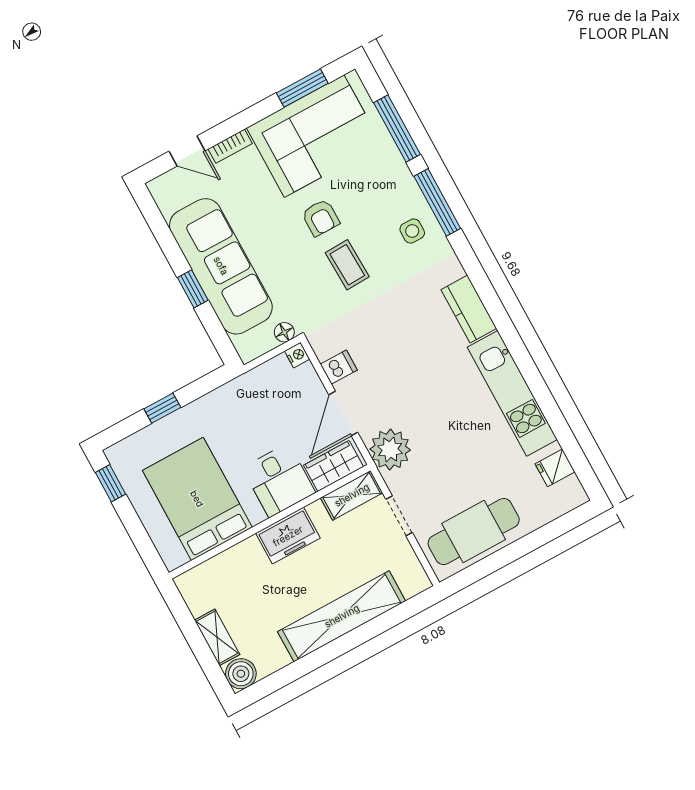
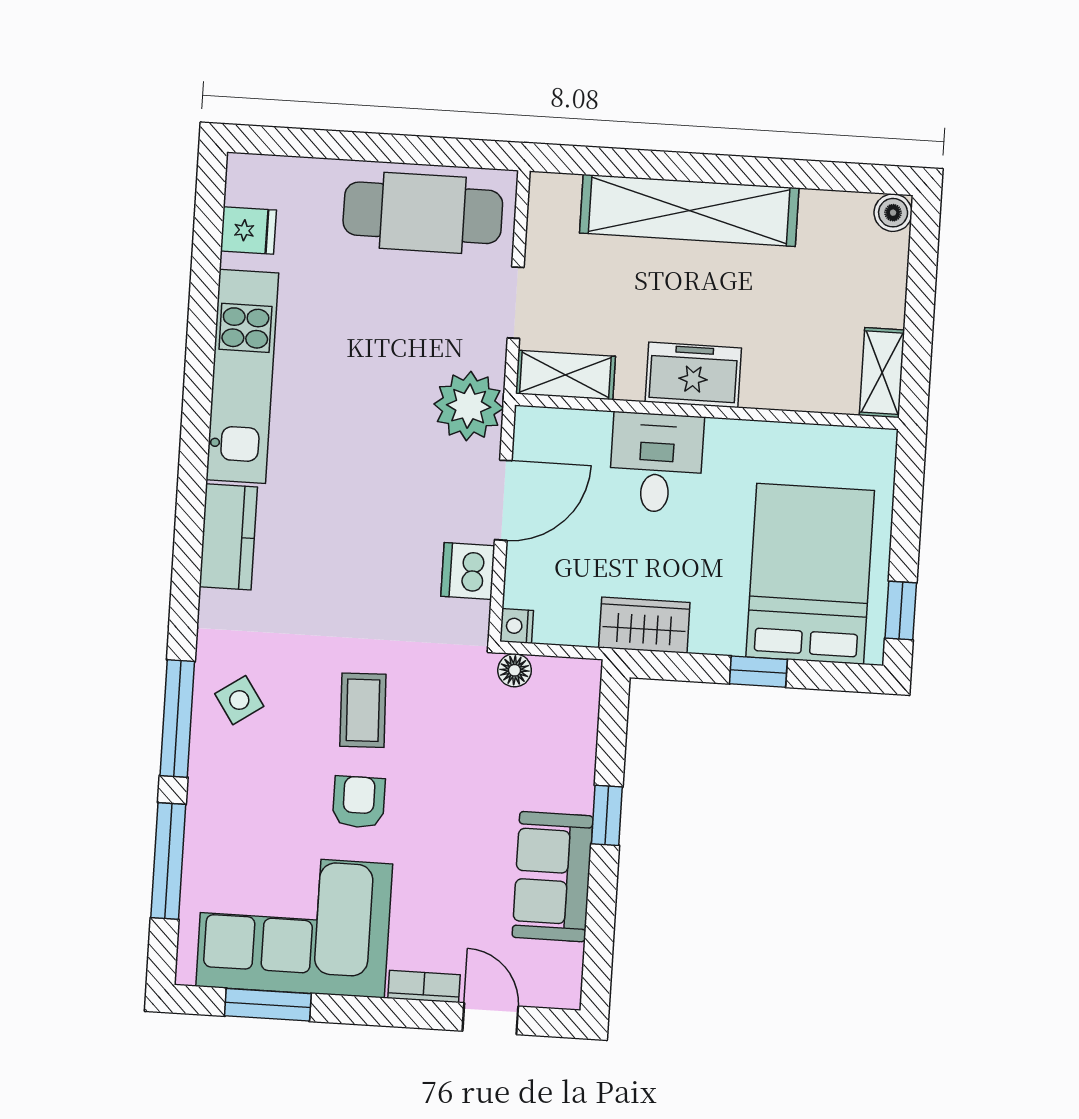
side table: (412, 231) -> (239, 700), turned -34
sofa: (221, 266) -> (553, 877), width x0.54, depth x0.79
dishwasher: (339, 367) -> (468, 571), width x1.38
wardrobe: (333, 466) -> (644, 625), moved, turned 180
bed: (197, 499) -> (810, 574), moved, turned 180
shelving: (217, 637) -> (882, 373), moved
boiler: (241, 674) -> (893, 213), width x0.73, depth x0.73

